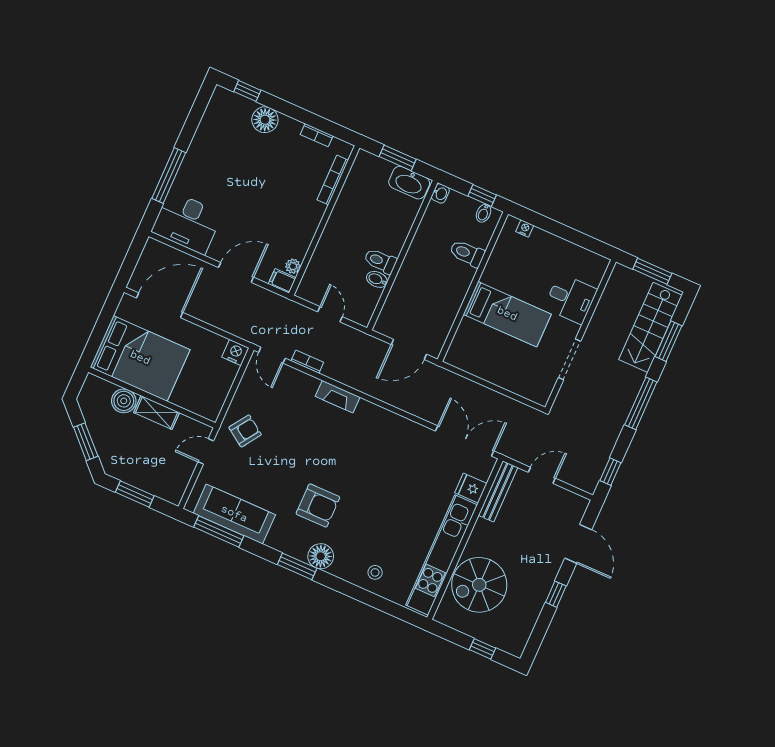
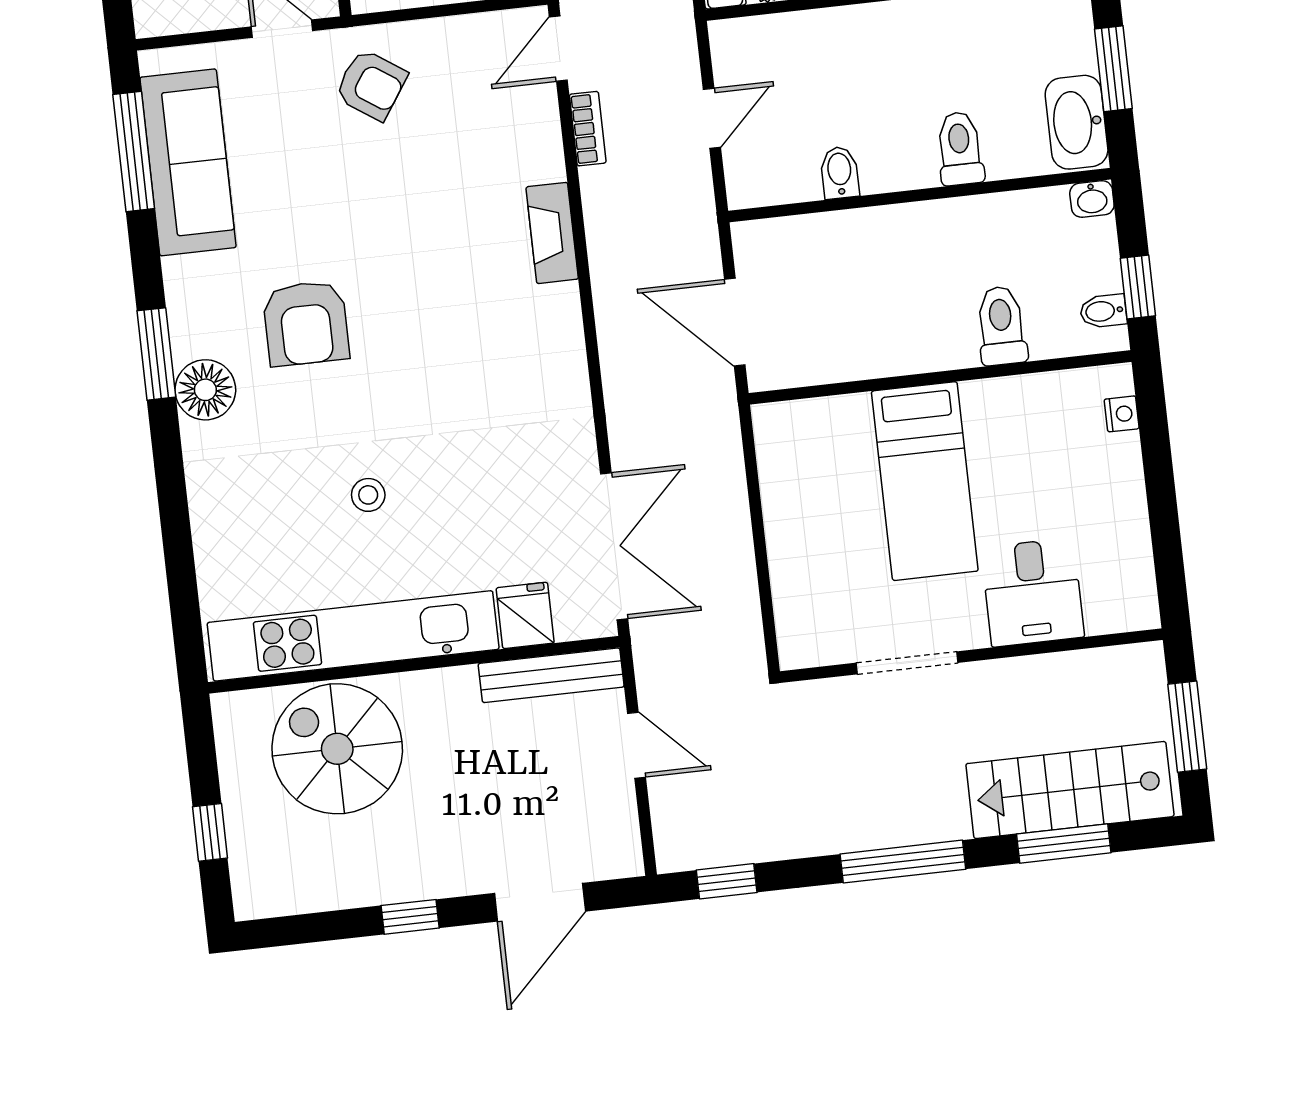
toilet: (380, 261) -> (960, 148), moved
stool: (375, 572) -> (368, 495), moved

